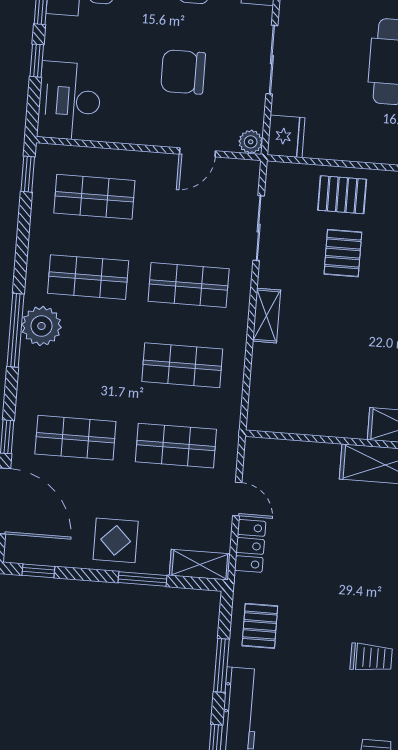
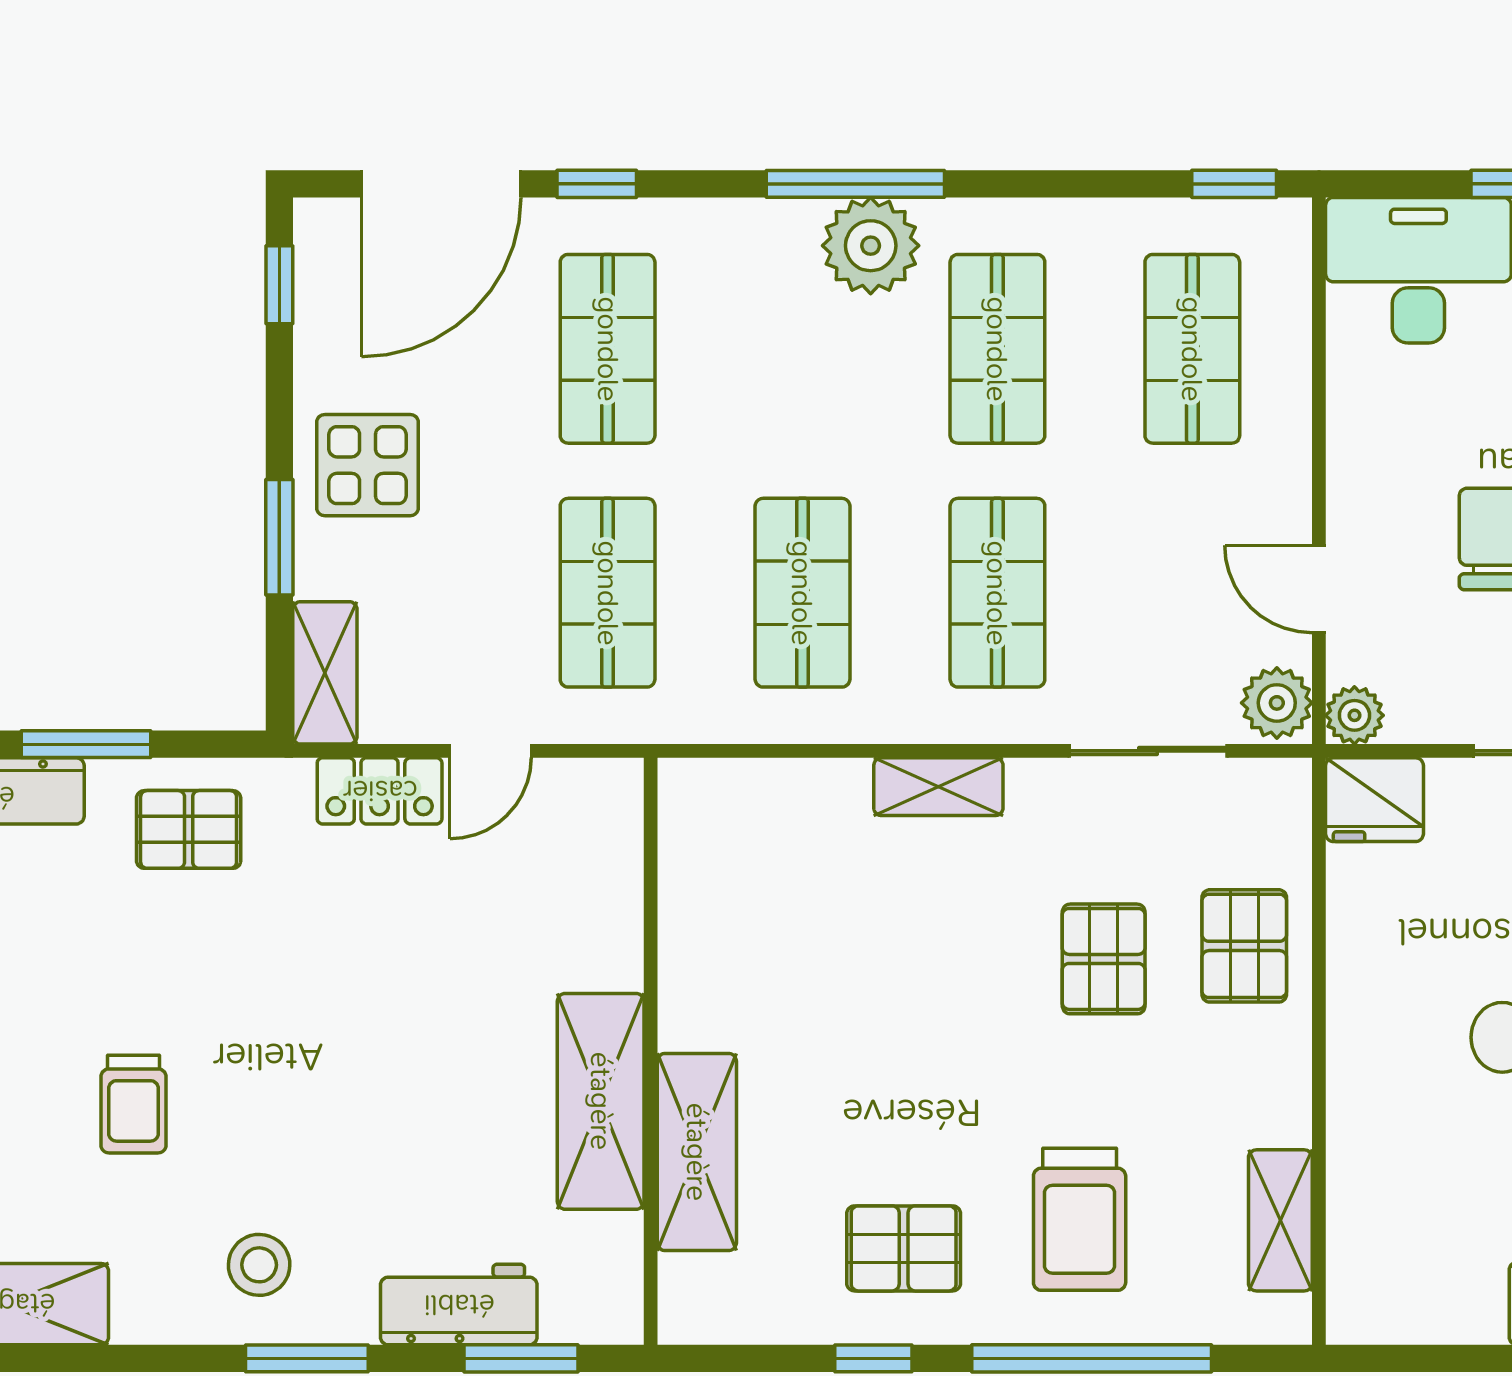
plant: (243, 173) -> (1277, 703), added
pallet: (343, 253) -> (1104, 959), turned 90

